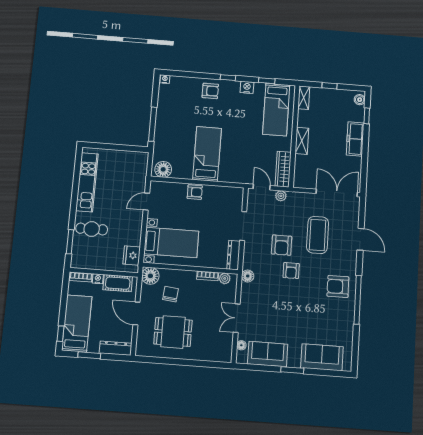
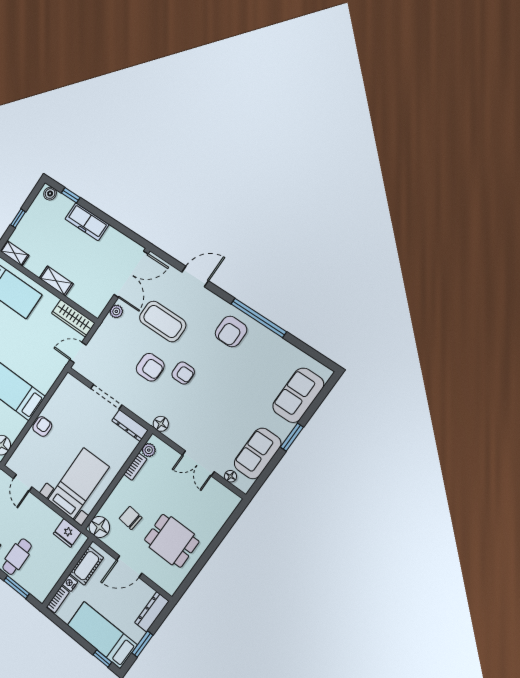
double door: (337, 193) -> (131, 274), swing flipped
plant: (281, 196) -> (116, 311), moved
dining table: (173, 332) -> (172, 541), turned 90

